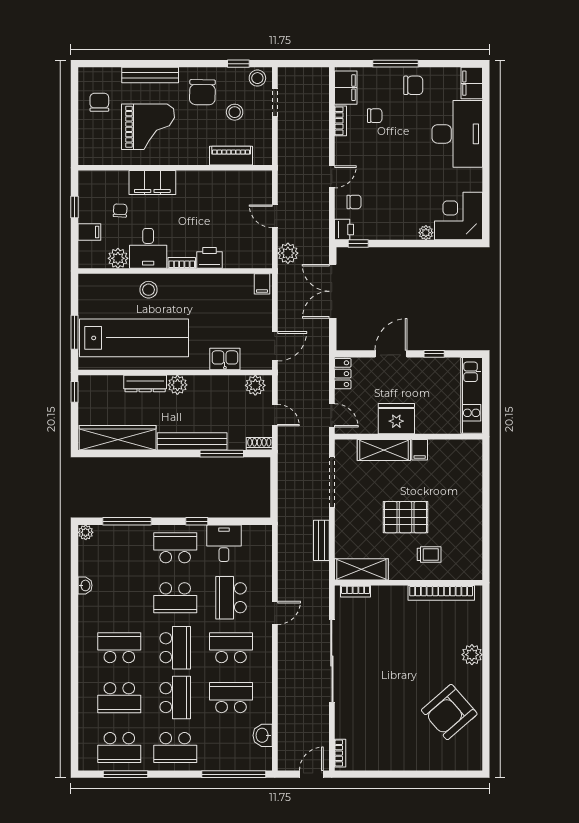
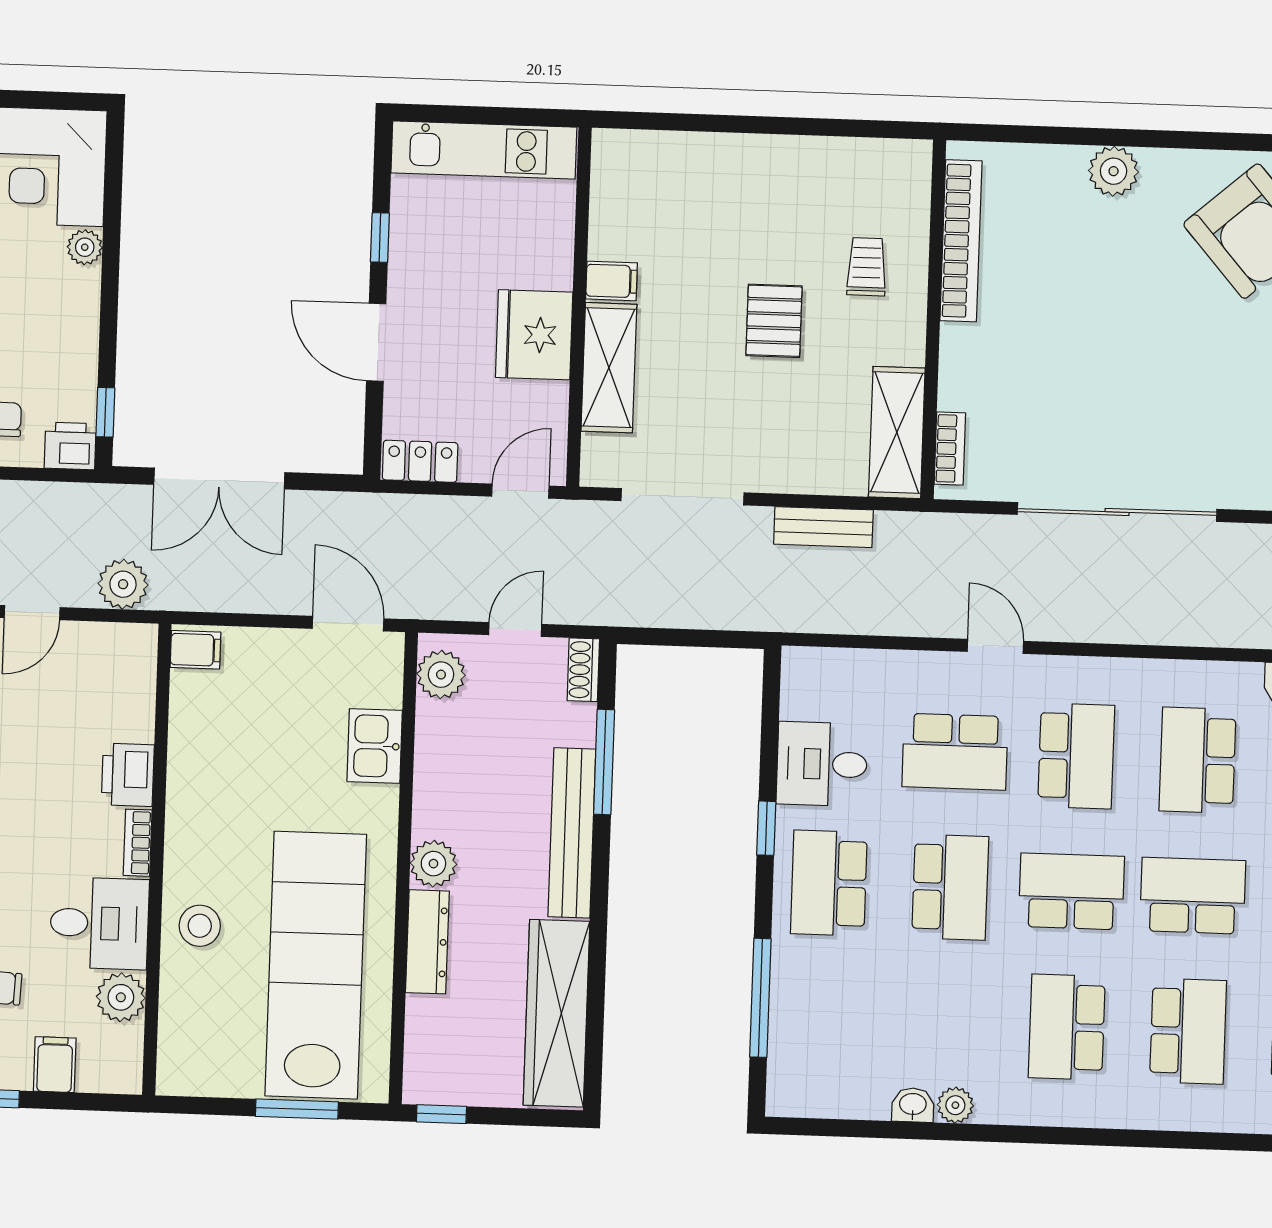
pallet: (406, 517) -> (774, 321), width x0.67, depth x0.71
plant: (86, 532) -> (955, 1105), moved
school desk: (231, 648) -> (1076, 756), turned 180

